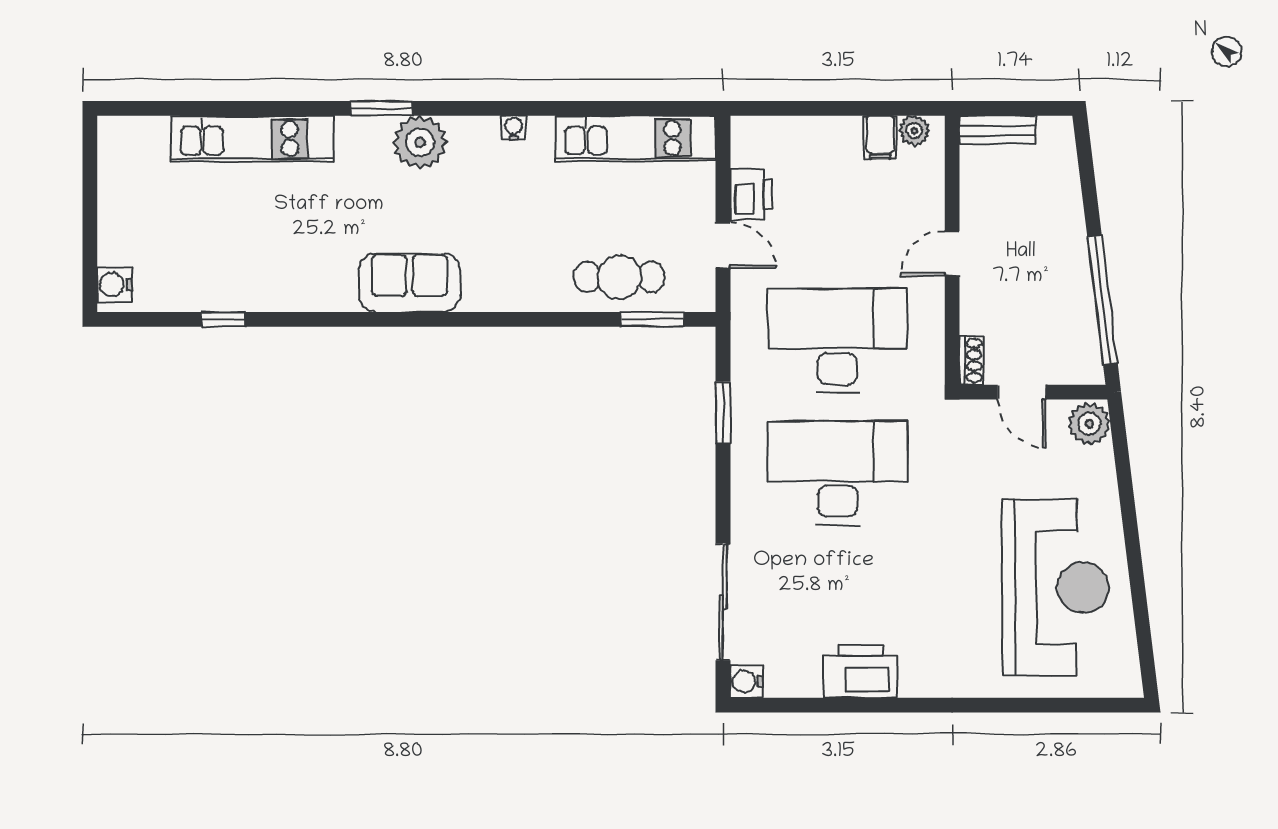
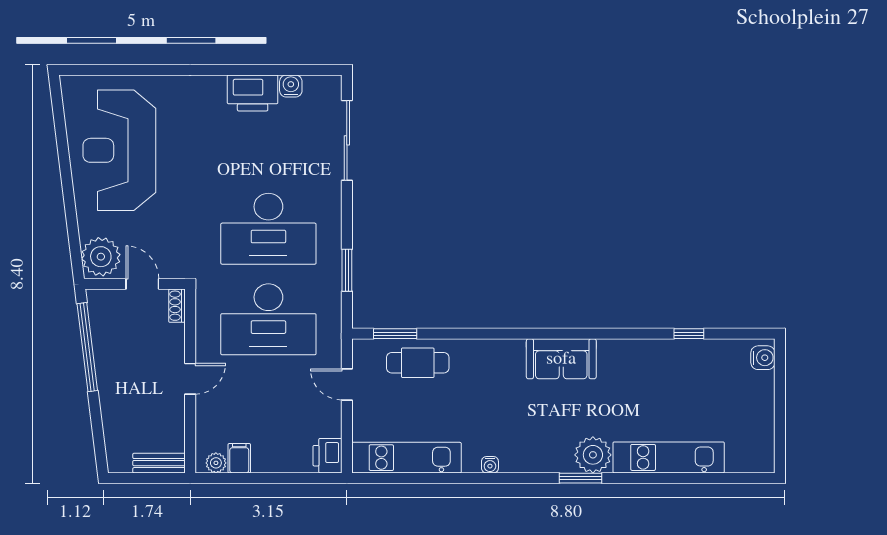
plant: (420, 142) -> (593, 455), moved
printer: (751, 194) -> (327, 456), moved
plant: (1089, 424) -> (101, 257), width x1.36, depth x1.36
water cooler: (746, 682) -> (291, 86), moved, turned -90

